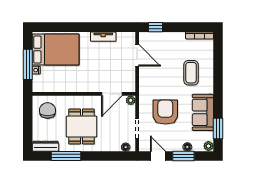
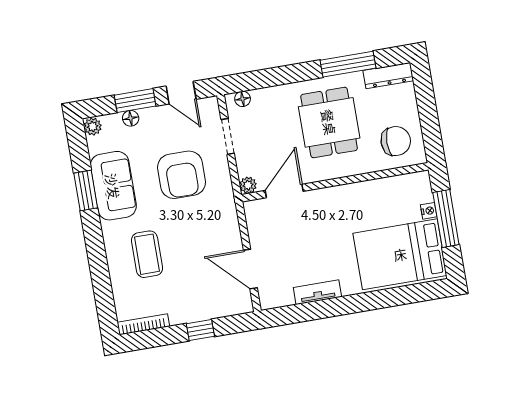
window: (156, 27) -> (200, 330), moved
chair: (48, 110) -> (396, 141), turned -90
window: (218, 129) -> (86, 191), moved

